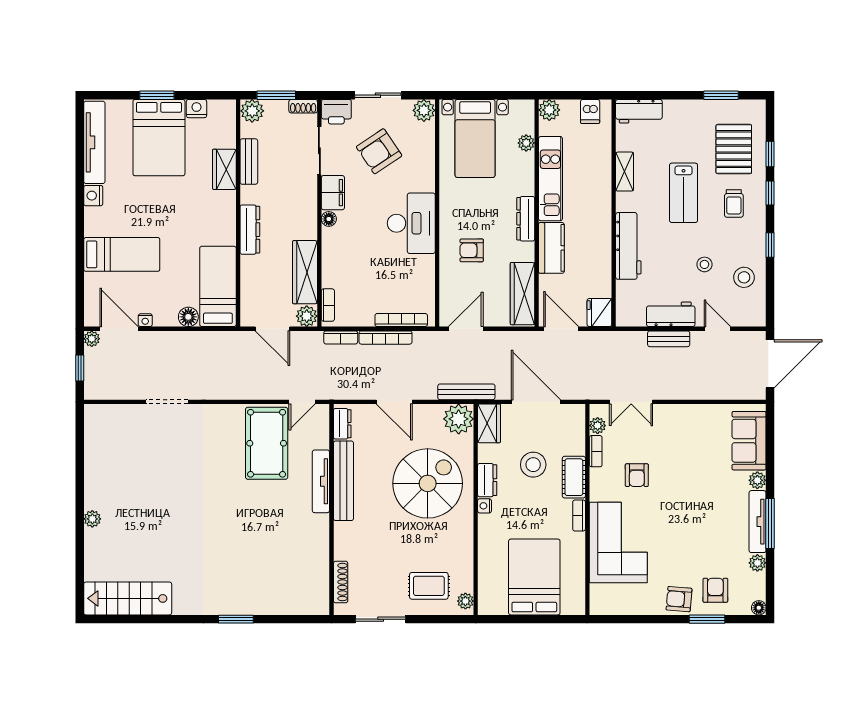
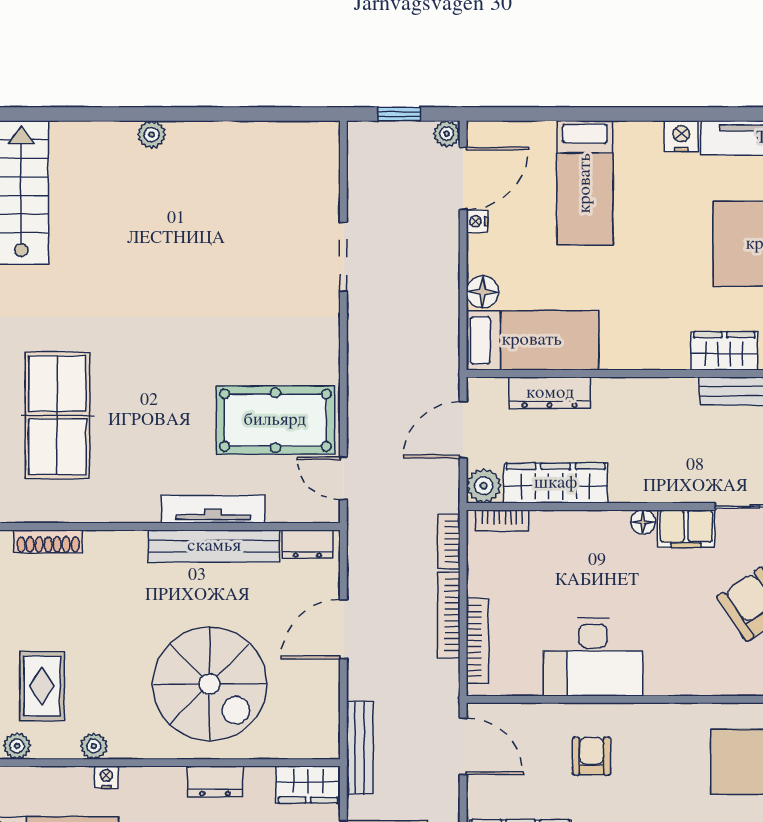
desk: (411, 223) -> (593, 657), moved
dresser: (250, 230) -> (550, 393), moved
plant: (459, 419) -> (94, 746), moved, width x0.53, depth x0.53
nightstand: (484, 506) -> (106, 777), moved
table tennis table: (264, 576) -> (57, 415), added

